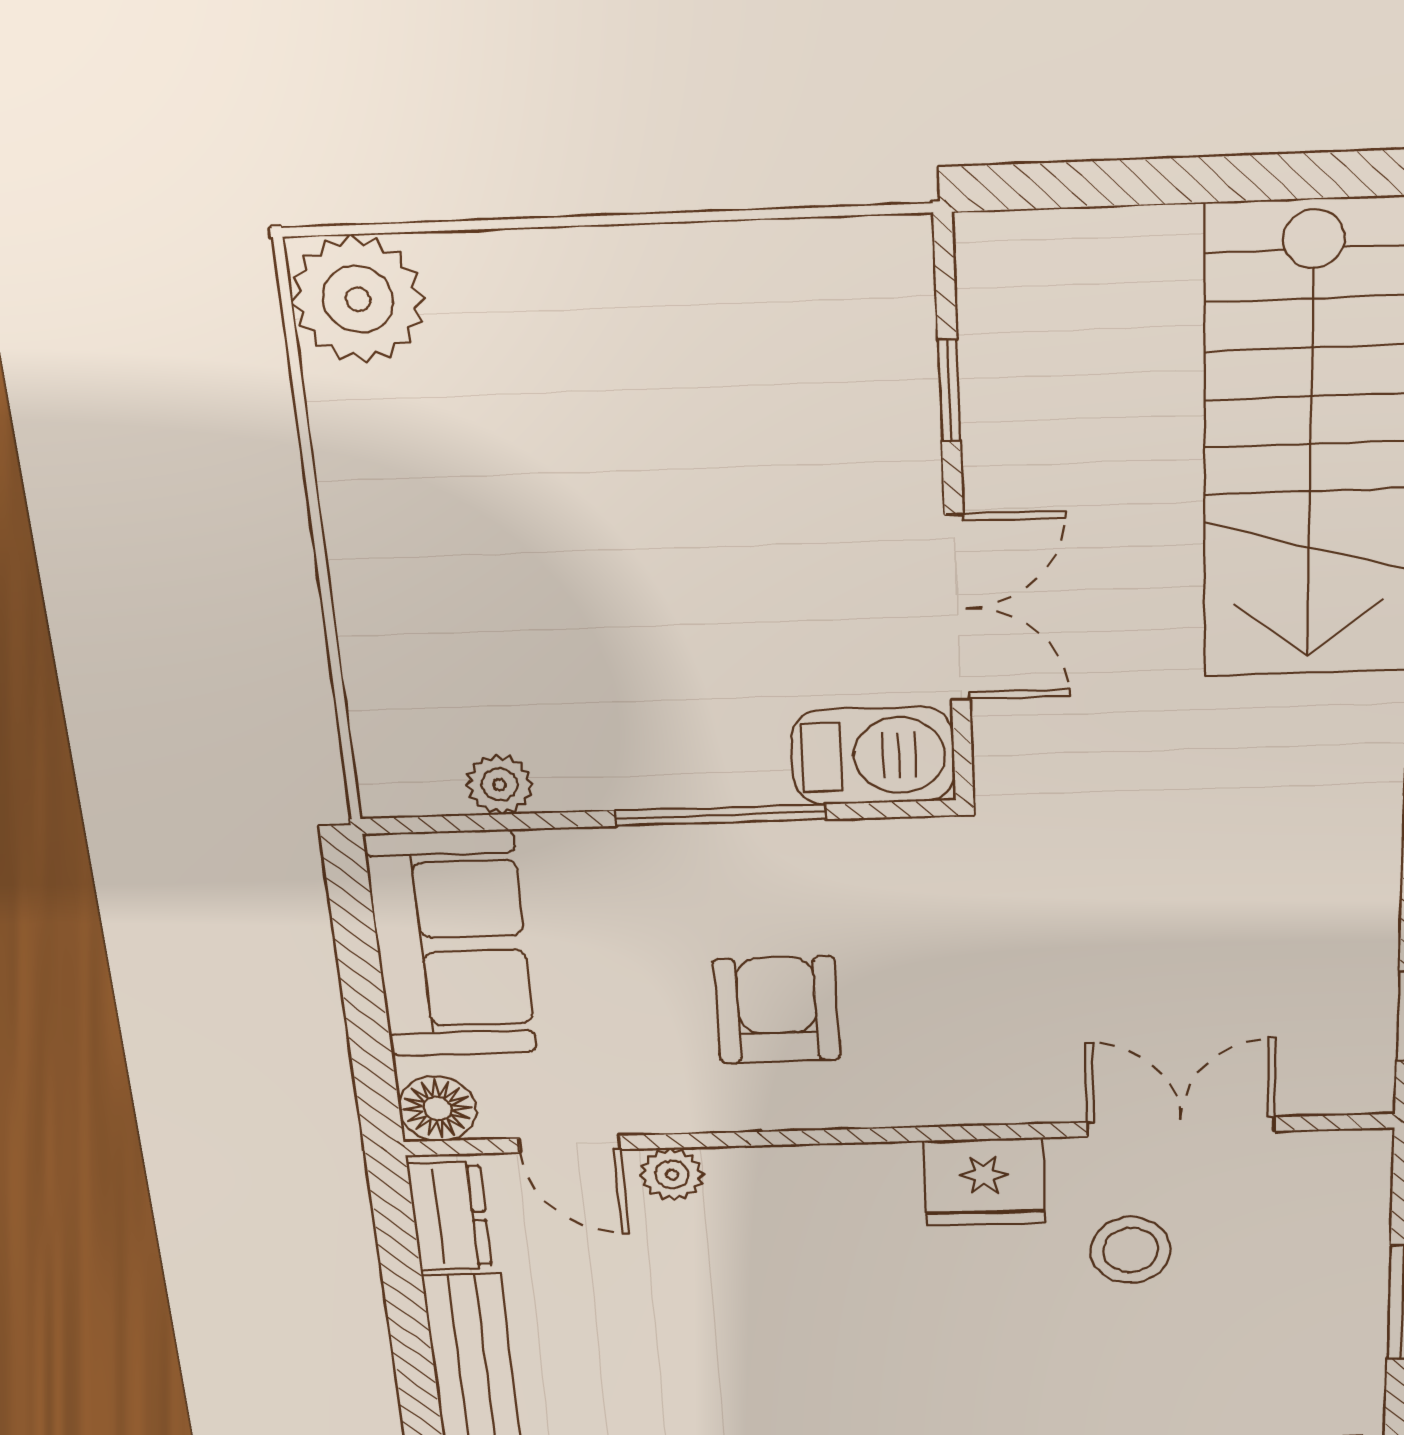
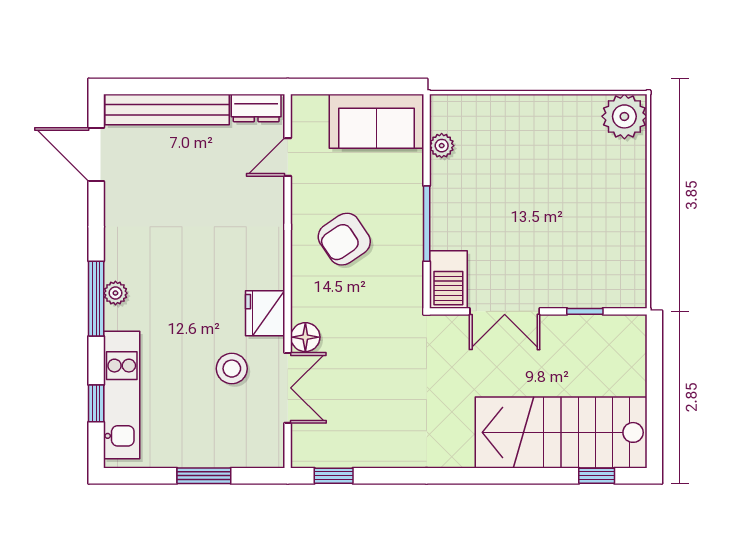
armchair: (777, 1010) -> (344, 239), turned 146
floor lamp: (438, 1109) -> (305, 337), moved
plant: (672, 1174) -> (273, 195), removed

